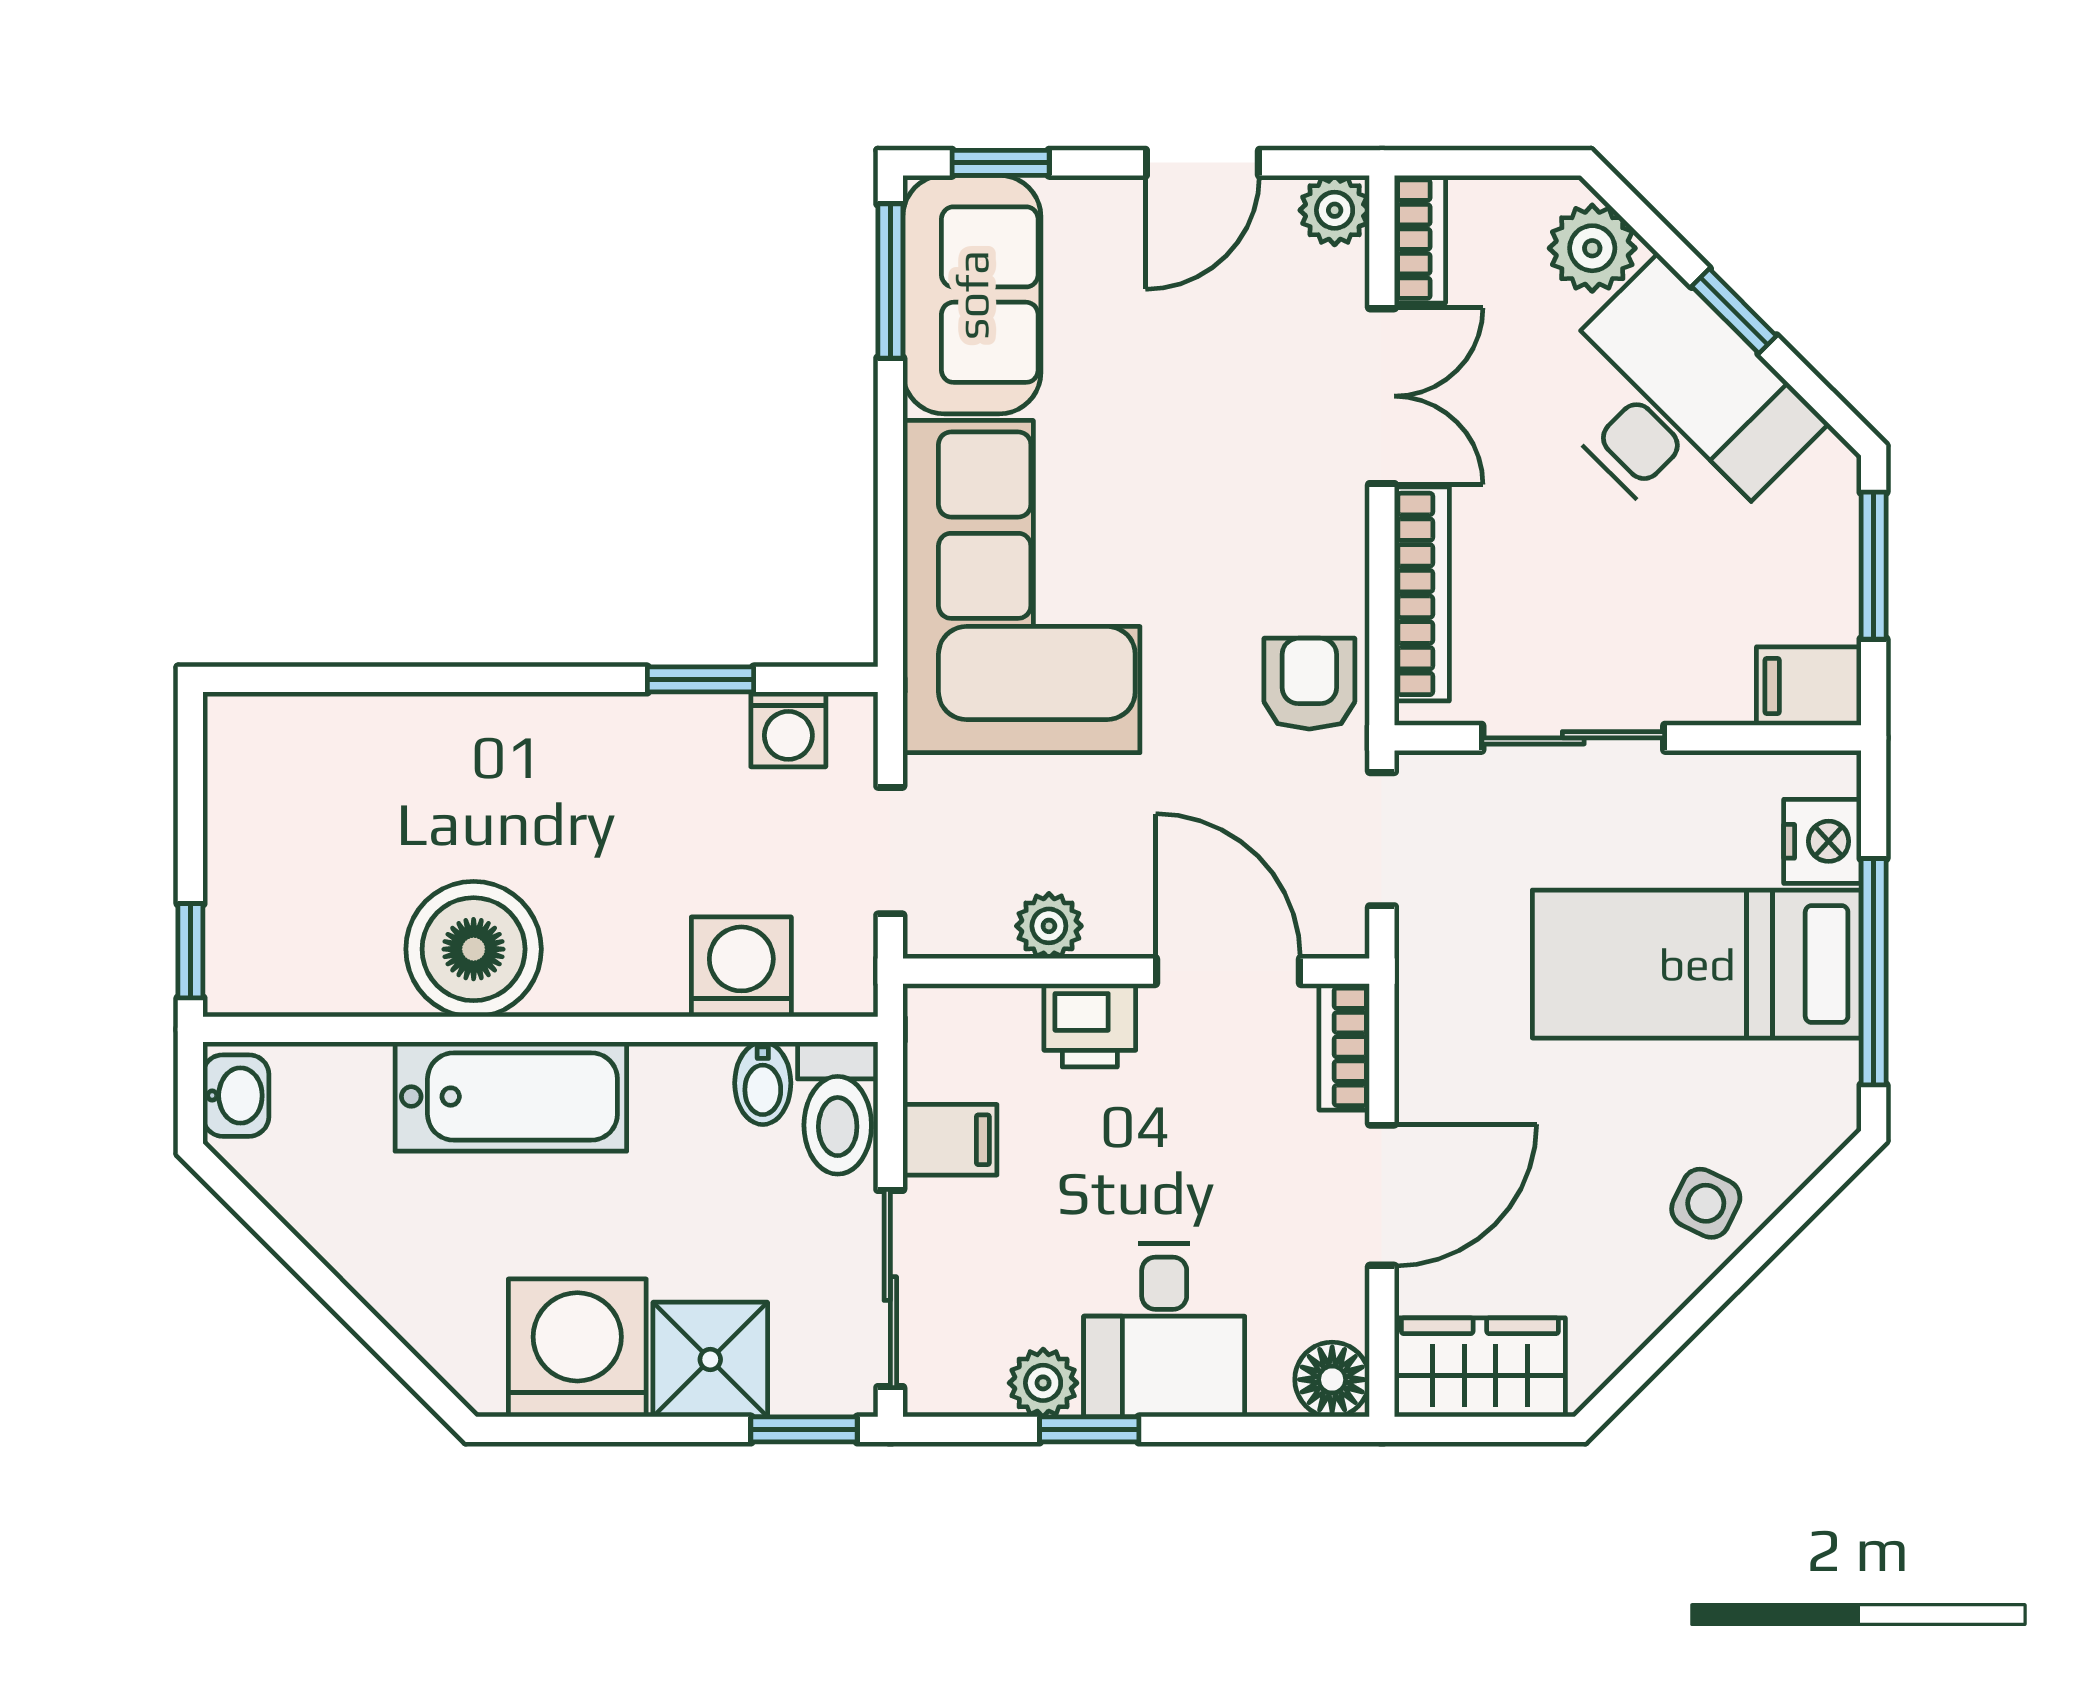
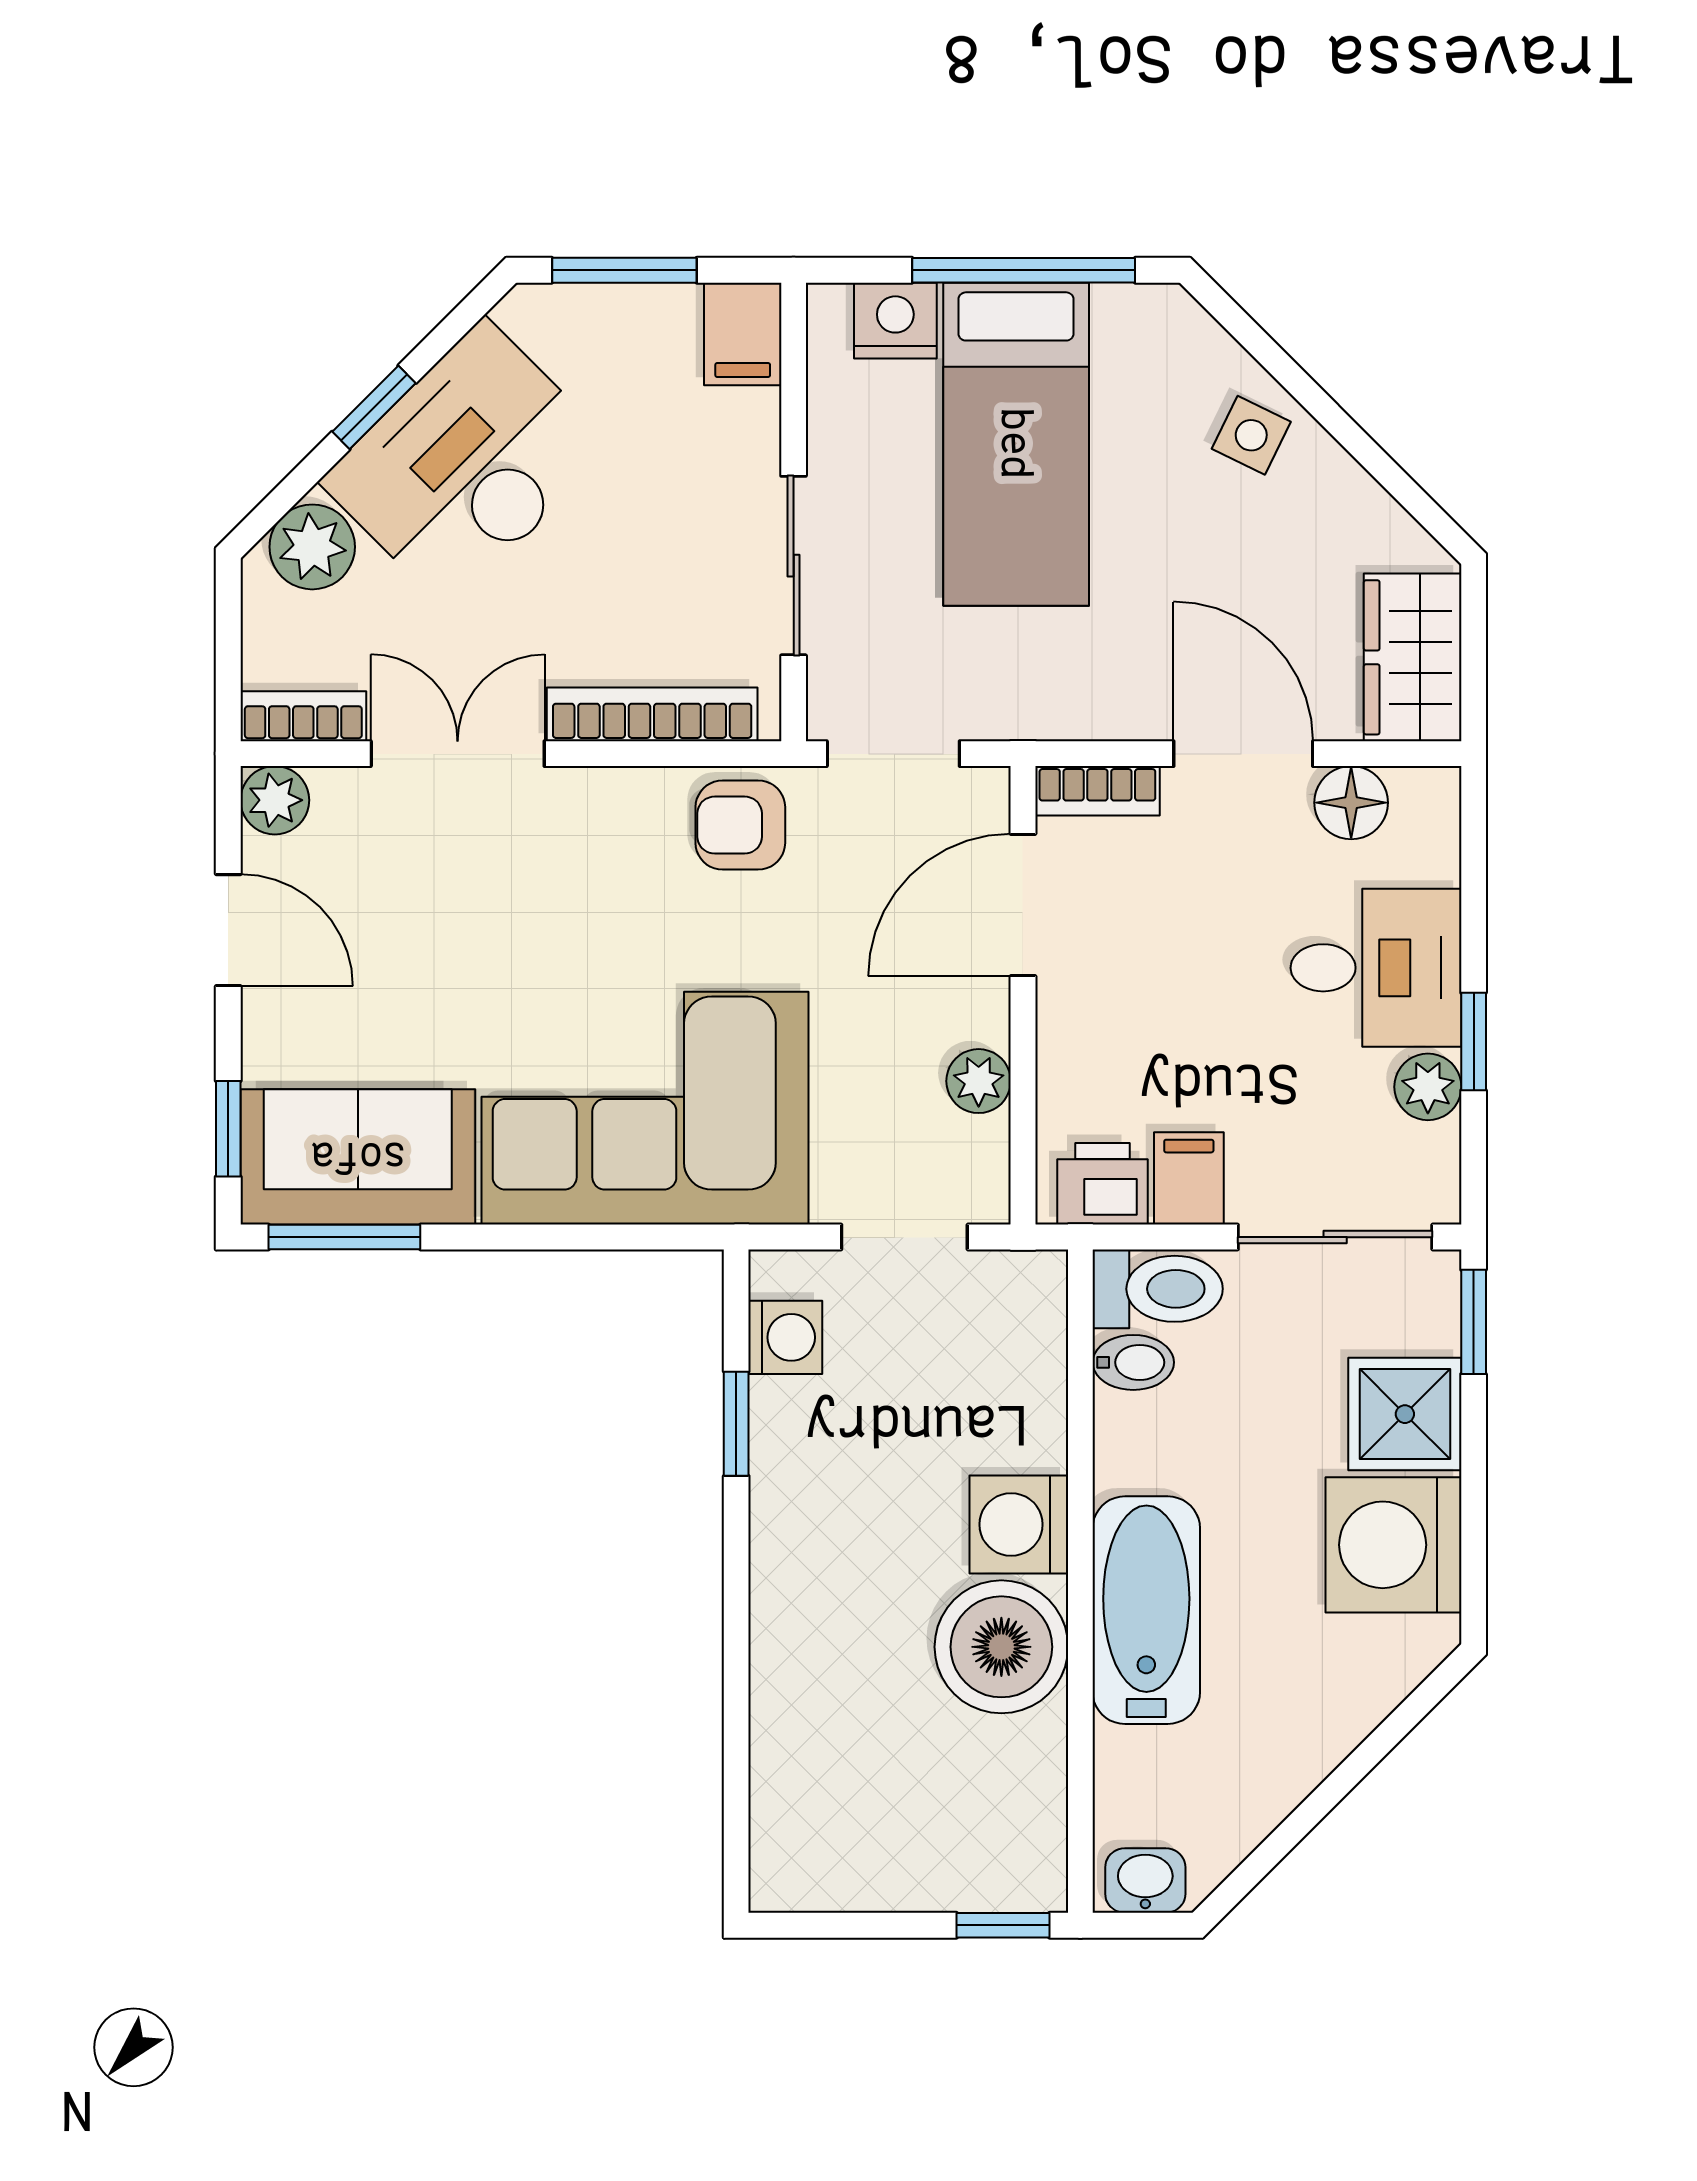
washing machine: (741, 967) -> (1019, 1524), moved
printer: (1090, 1025) -> (1102, 1184), moved, turned -90
floor lamp: (1332, 1380) -> (1351, 803), moved

